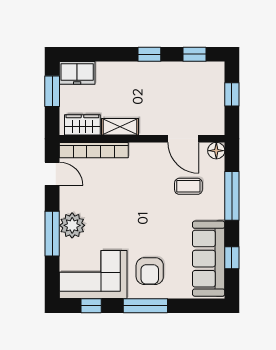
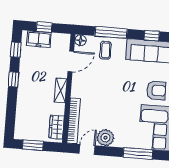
freezer: (77, 73) -> (39, 39), moved, turned 90
shelving: (120, 127) -> (61, 90), moved
coffee table: (188, 186) -> (105, 50), moved
plant: (72, 225) -> (105, 138), moved
window: (52, 234) -> (138, 154), moved

